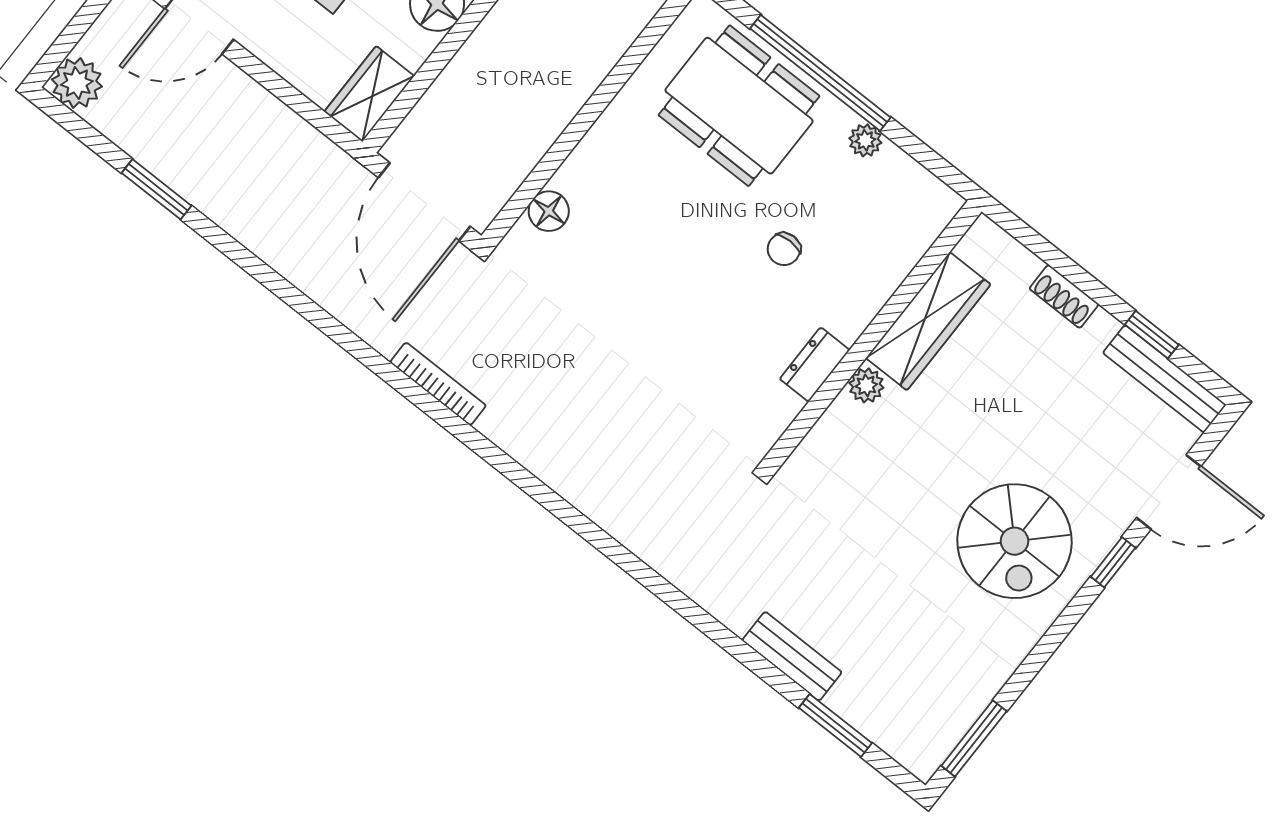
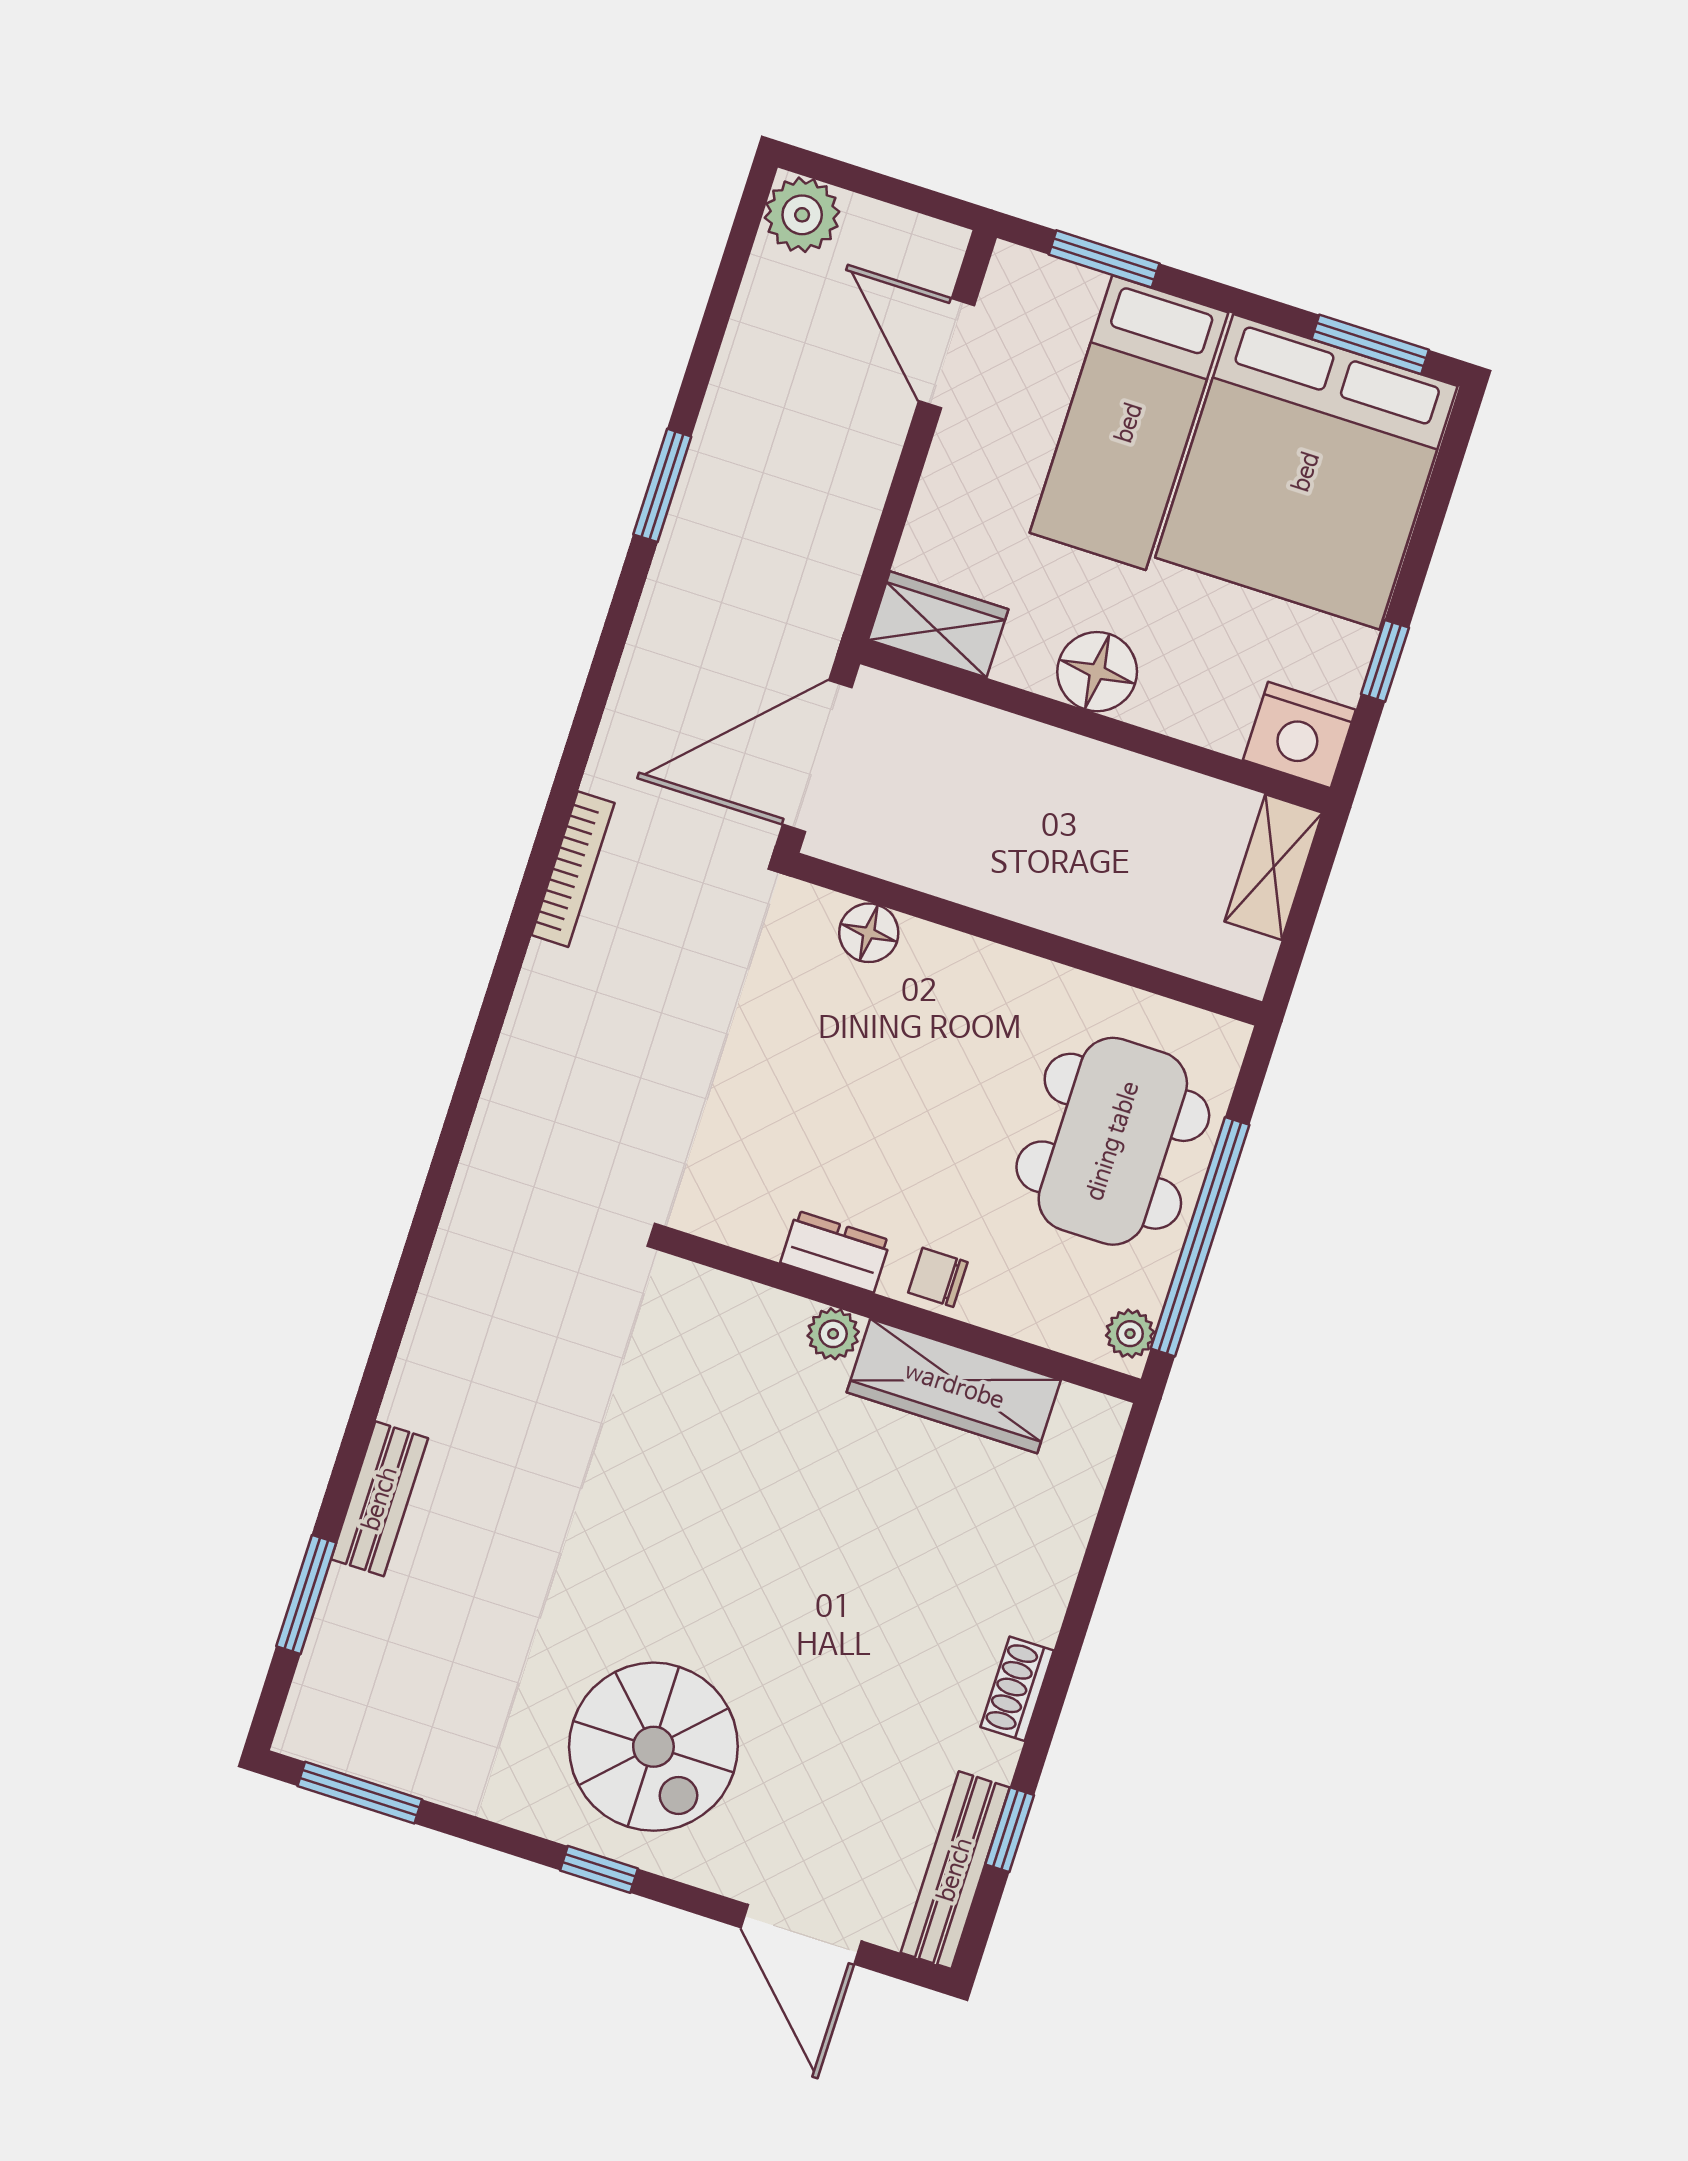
window: (156, 189) -> (662, 485), moved
wardrobe: (928, 321) -> (954, 1386), moved
wall: (873, 335) -> (906, 1317), moved
dresser: (815, 365) -> (835, 1252), moved
plant: (866, 385) -> (833, 1334), moved
spiral stairs: (1015, 541) -> (653, 1747), turned -90
window: (1113, 562) -> (599, 1869), moved

